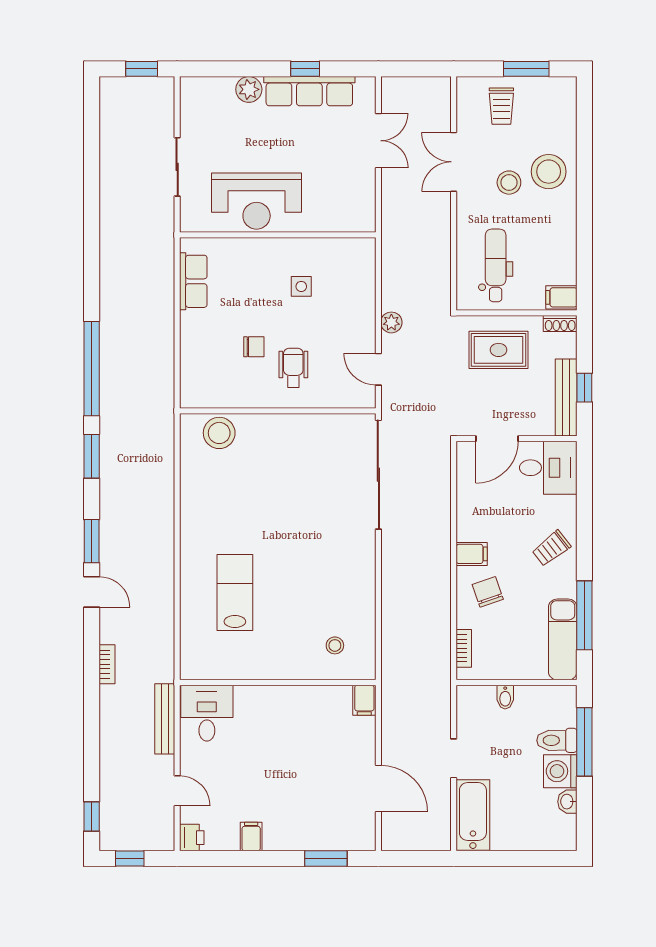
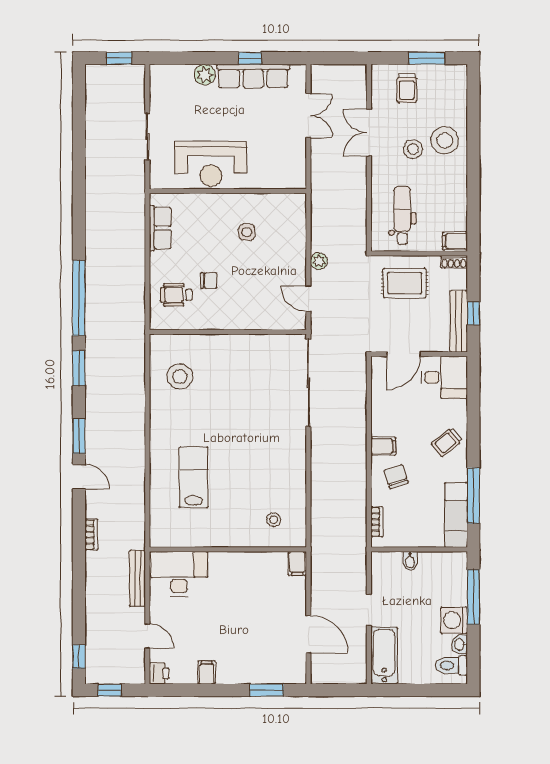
wheelchair: (293, 368) -> (176, 295), moved, turned -90
stool: (219, 433) -> (180, 377), moved
desk: (207, 713) -> (179, 574), width x1.37
toilet: (557, 740) -> (451, 665), moved

